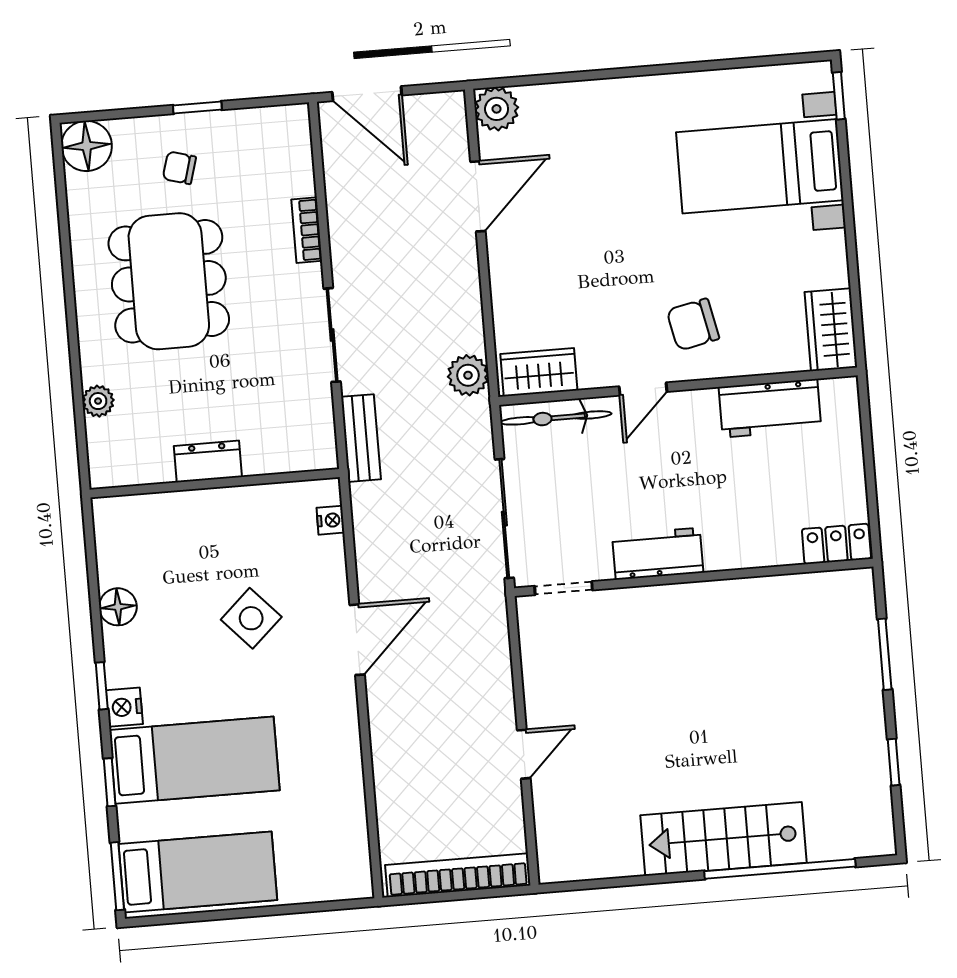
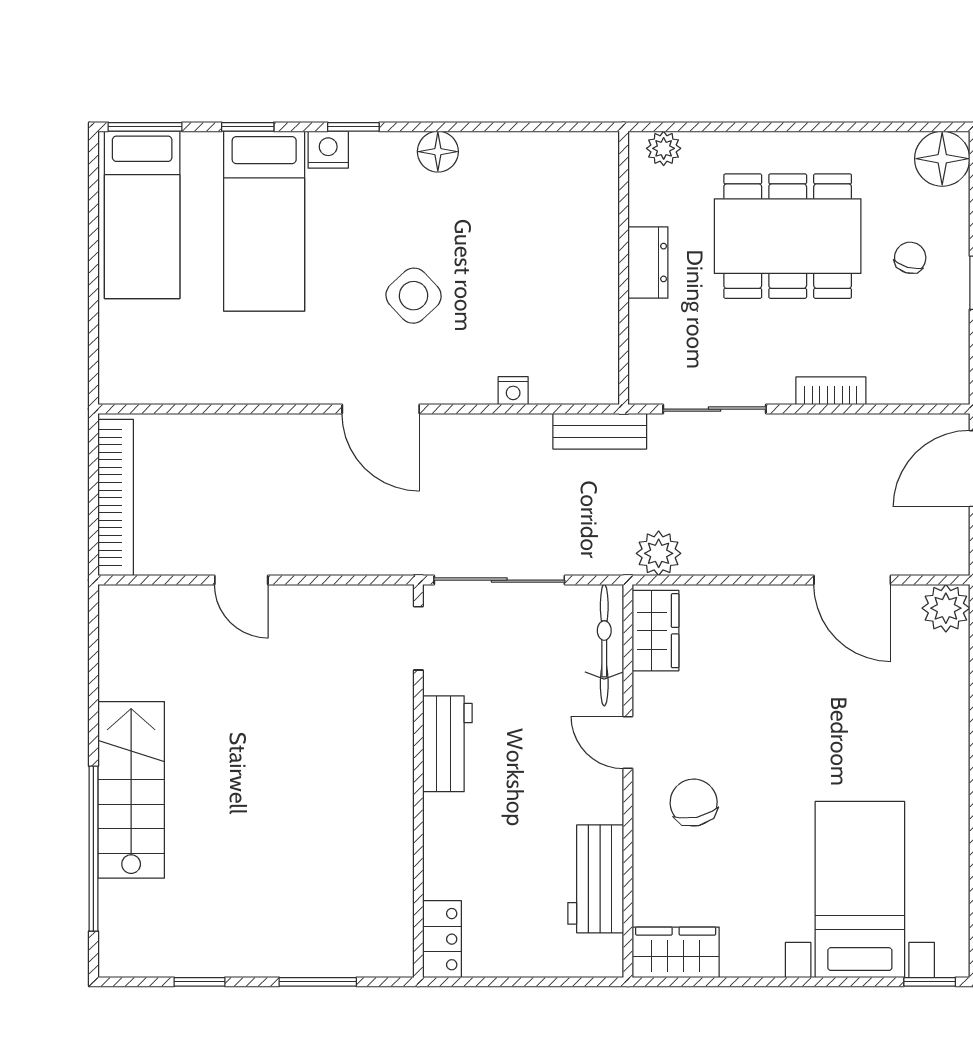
dresser: (208, 461) -> (648, 263), moved
wall: (215, 483) -> (624, 268), moved

